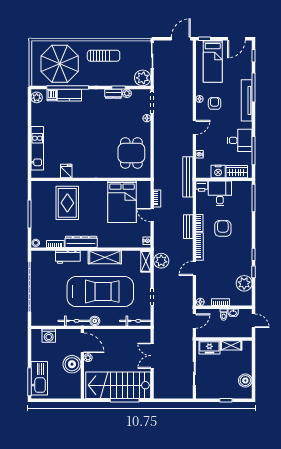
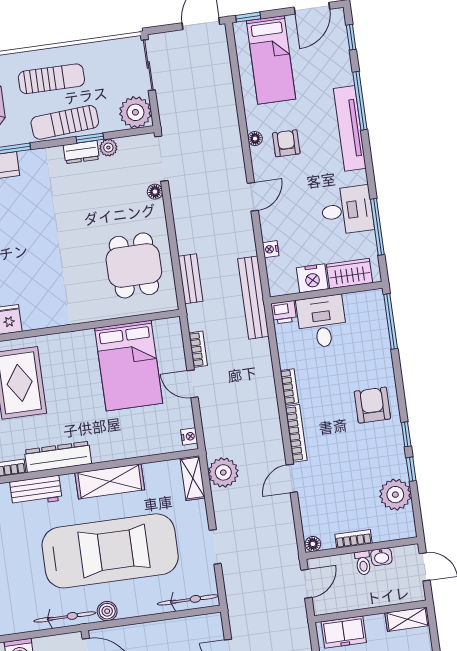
sun lounger: (107, 78) -> (65, 122), added
bench: (188, 227) -> (191, 279), moved
armchair: (223, 228) -> (372, 405), moved
shelving: (231, 345) -> (407, 619), moved

